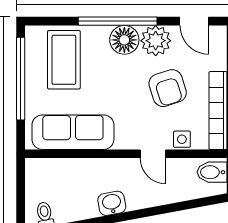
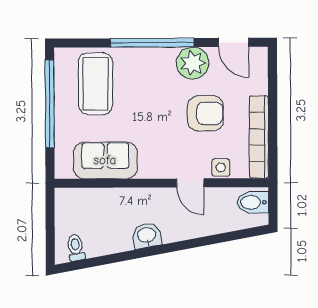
floor lamp: (124, 40) -> (159, 62), removed
armchair: (168, 88) -> (205, 113), turned -72
sofa: (73, 132) -> (105, 160), width x0.73

